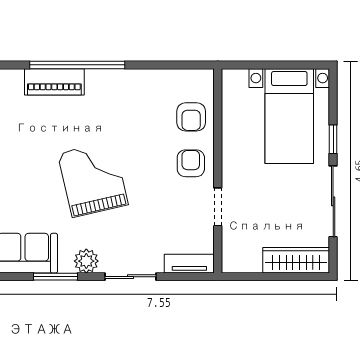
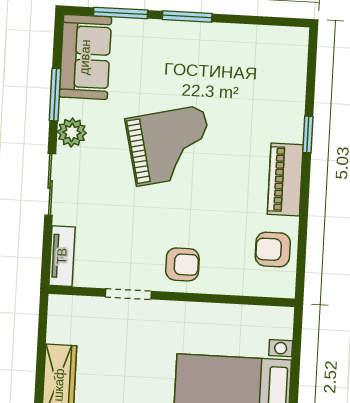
window: (77, 65) -> (308, 134), width x0.32
piano: (54, 82) -> (285, 180), moved
armchair: (191, 117) -> (273, 249), moved

